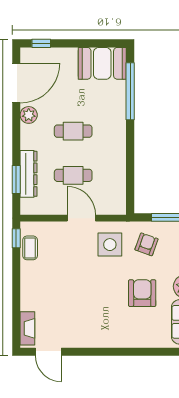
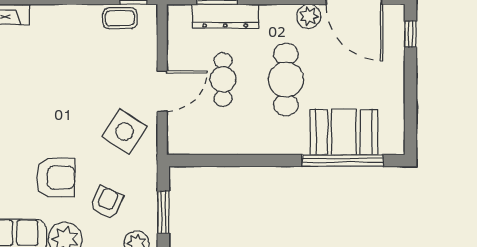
booth: (102, 63) -> (344, 132), moved, turned 90
cafe table: (73, 131) -> (286, 80), width x1.37, depth x1.35
armchair: (147, 244) -> (107, 202), moved, turned -86
side table: (110, 245) -> (125, 132), turned 33

